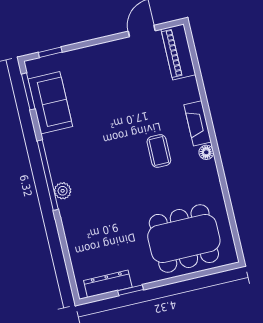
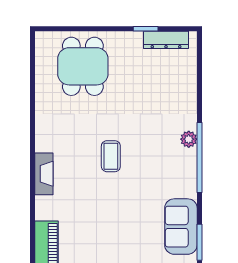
coffee table: (159, 151) -> (111, 156), moved
floor lamp: (206, 152) -> (42, 144), removed
dining table: (184, 238) -> (83, 66), width x0.73

